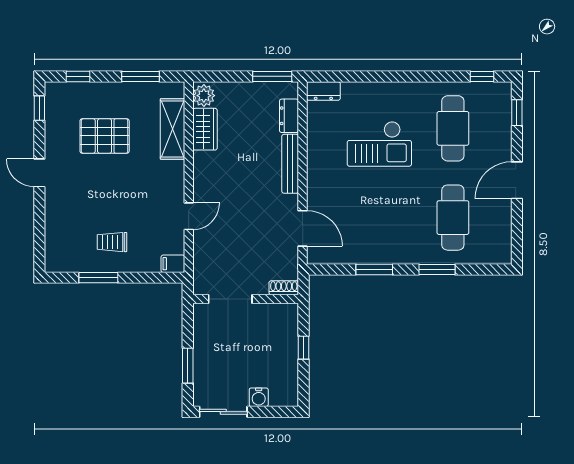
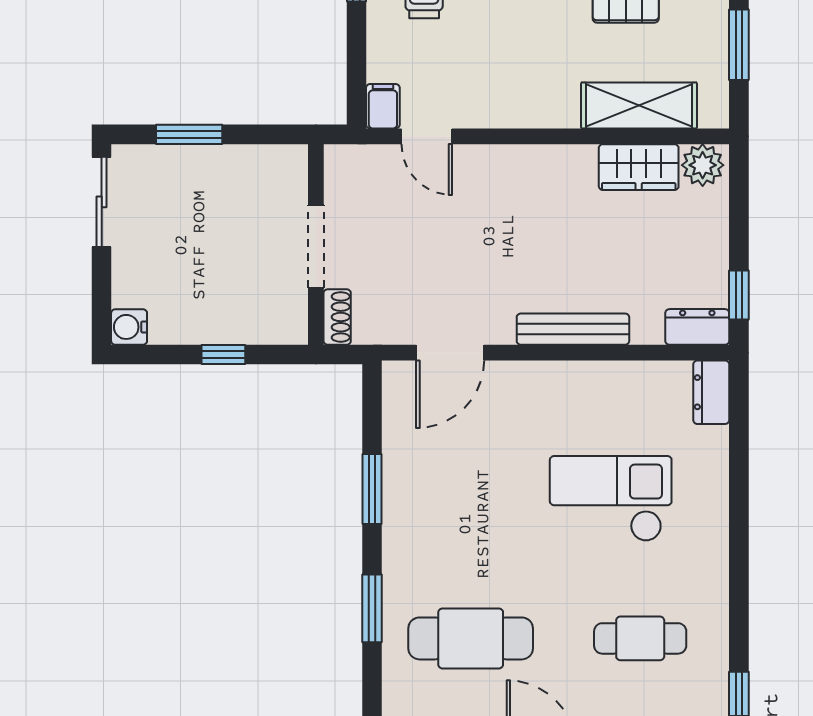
window: (272, 76) -> (739, 295), width x0.67
dresser: (289, 116) -> (697, 327), moved
cafe table: (453, 128) -> (640, 638), width x0.73, depth x0.74
checkout: (379, 144) -> (611, 499), turned 90
door: (189, 216) -> (427, 136), moved
doorway: (230, 299) -> (316, 247), moved
water cooler: (259, 397) -> (129, 327), moved

